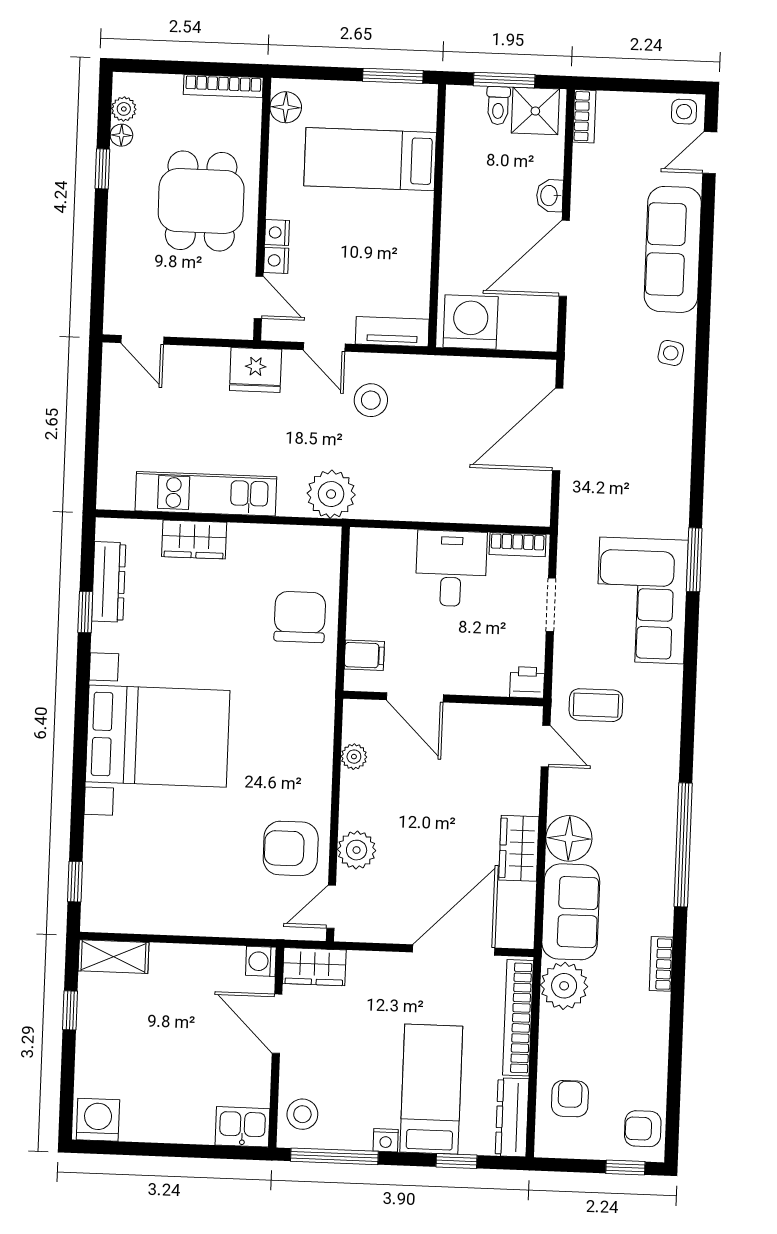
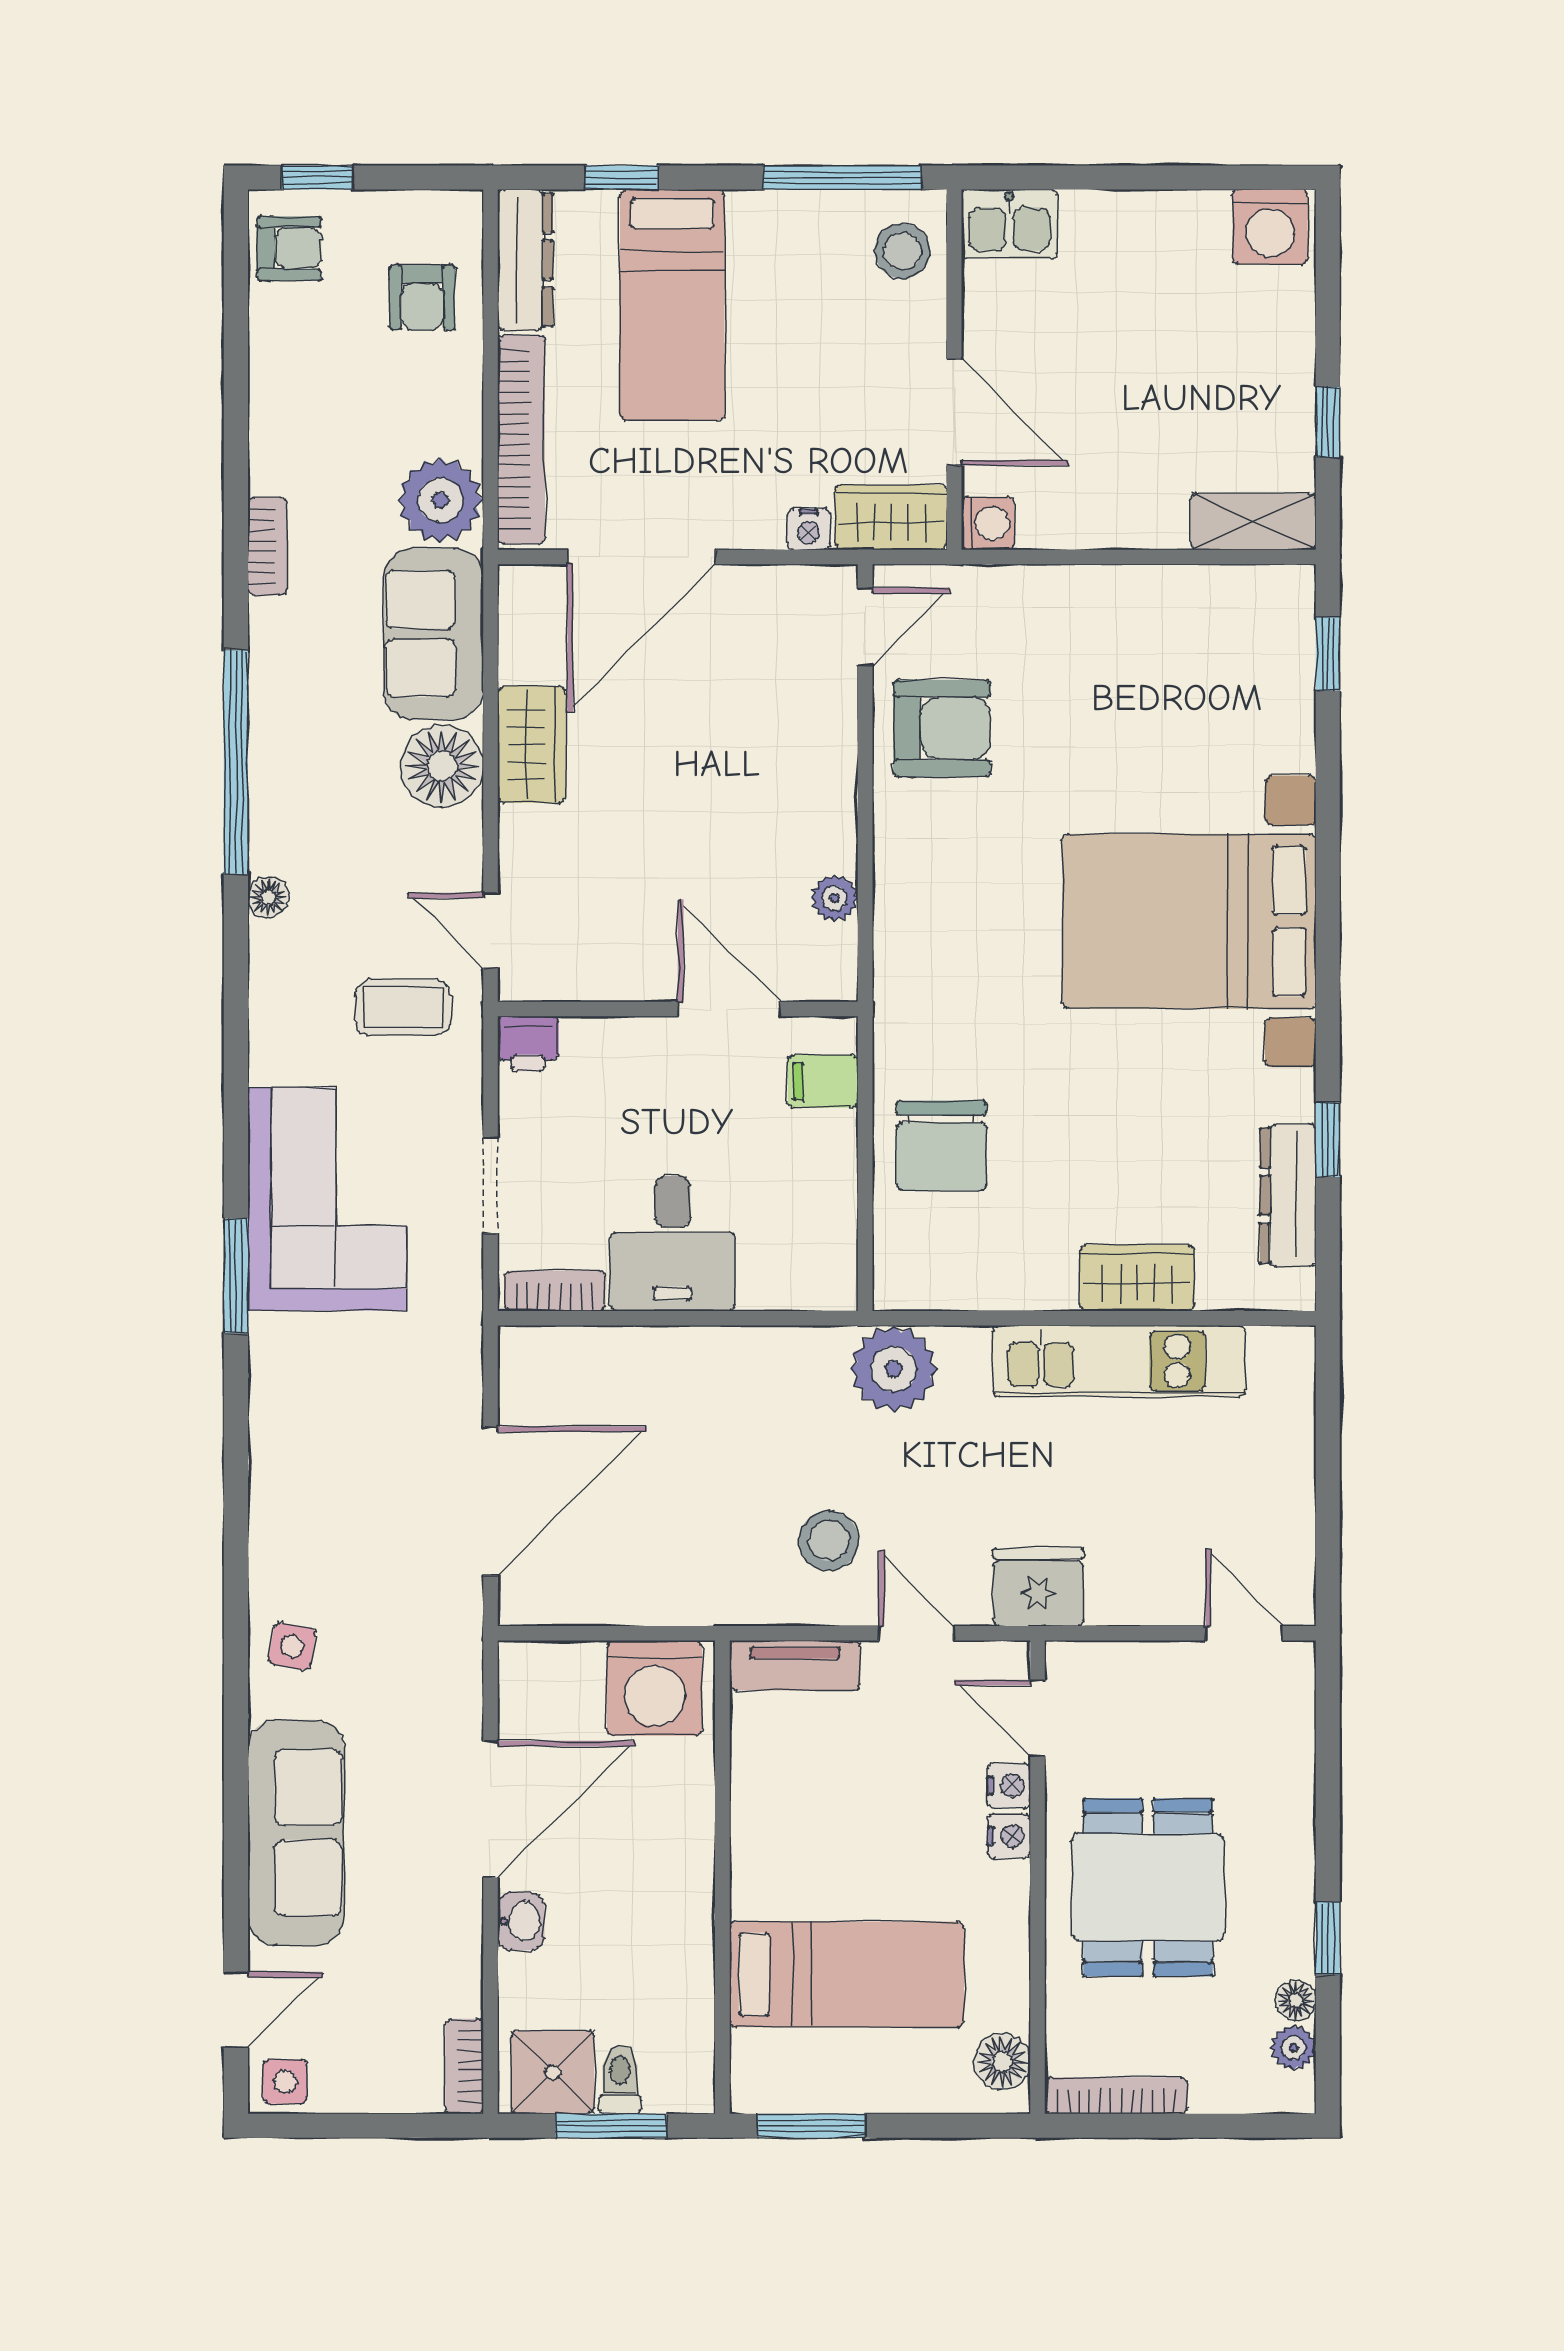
floor lamp: (668, 769) -> (268, 897), added
plant: (357, 850) -> (823, 730), removed
nightstand: (386, 1140) -> (809, 529), moved, turned 180

